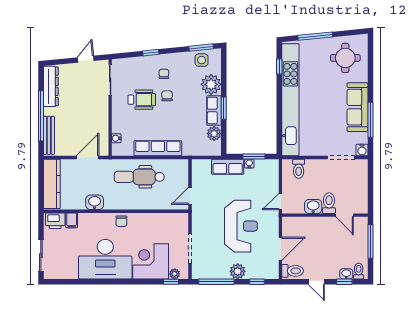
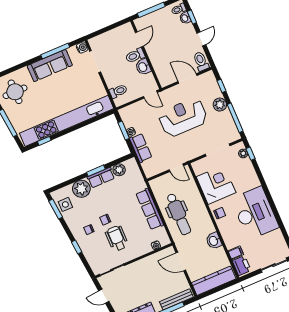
corner desk: (151, 261) -> (216, 185), moved, turned 180

